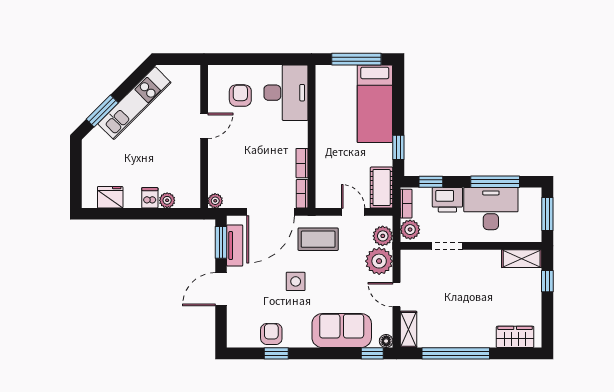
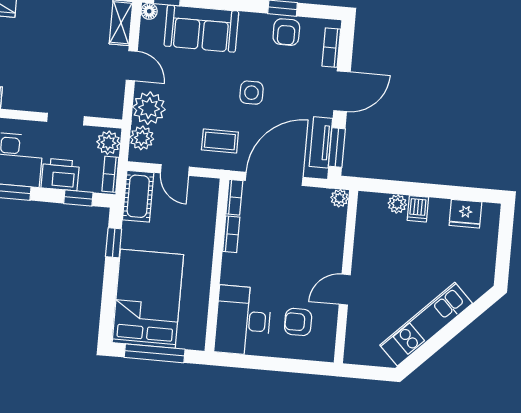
armchair: (240, 96) -> (298, 322), turned 90
bed: (375, 104) -> (148, 299), width x1.50
window: (102, 111) -> (466, 318), removed
coffee table: (318, 239) -> (220, 141), width x0.73, depth x0.77
bookcase: (233, 324) -> (331, 48), added

